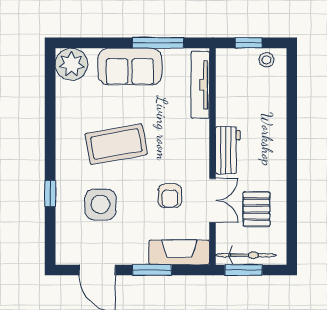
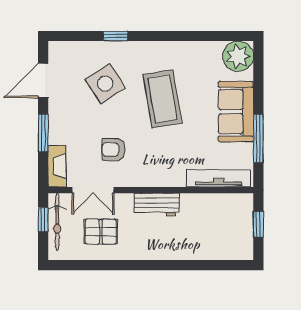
stool: (266, 60) -> (242, 241), removed
double door: (213, 200) -> (93, 190), moved
side table: (100, 204) -> (105, 84), turned -33
fireplace: (179, 252) -> (57, 166), width x0.73, depth x0.76
window: (244, 270) -> (43, 219), width x0.67

